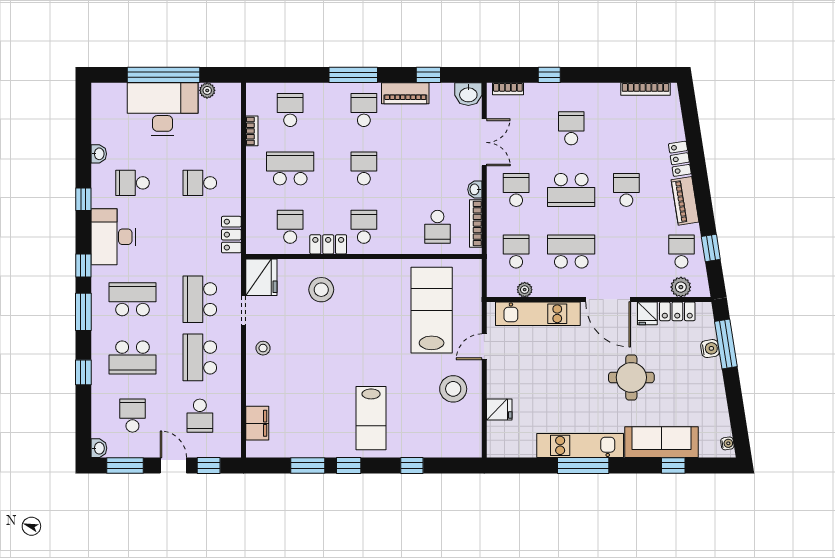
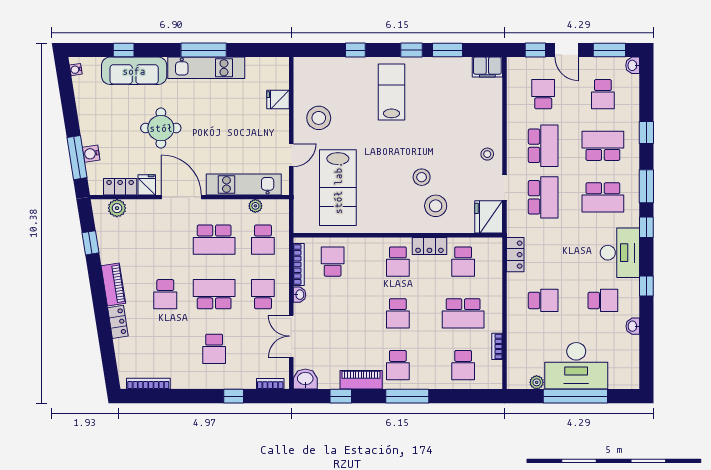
school desk: (516, 190) -> (263, 294), turned 180
school desk: (681, 251) -> (116, 240), removed
stool: (337, 322) -> (422, 177), added
filing cabinet: (257, 423) -> (487, 67), moved, turned -90

